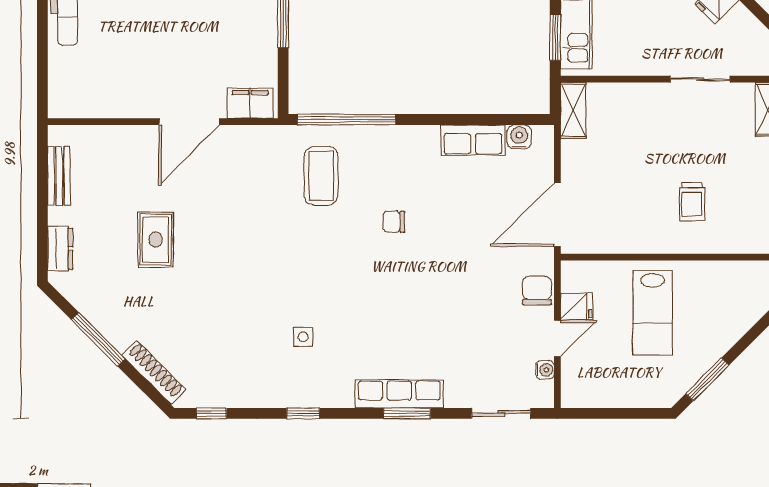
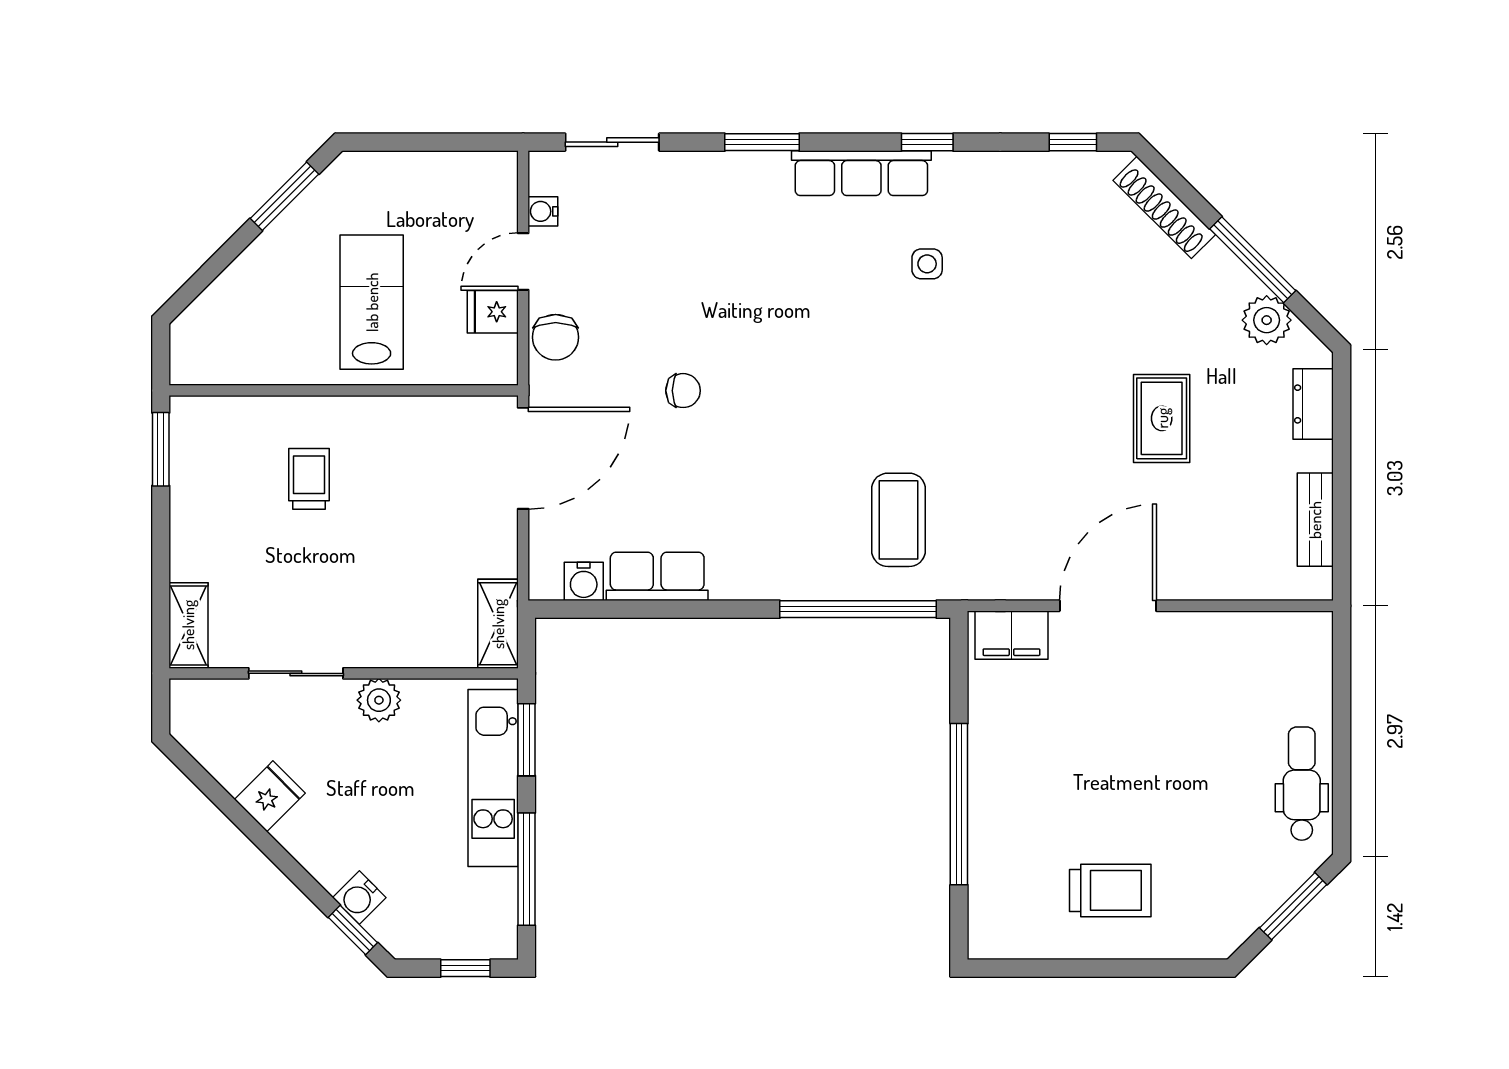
plant: (648, 62) -> (379, 700), added
chair: (394, 222) -> (683, 391), moved
plant: (89, 301) -> (1267, 320), added
row of seats: (399, 394) -> (861, 173), moved

